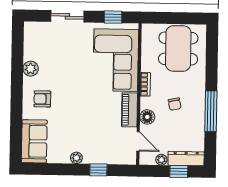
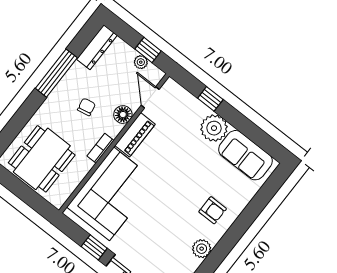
window: (113, 17) -> (94, 247), moved
sofa: (34, 141) -> (245, 155), moved, turned -90
plant: (76, 158) -> (214, 128), width x1.88, depth x1.88
dresser: (186, 159) -> (97, 47), moved, turned -90
window: (179, 171) -> (148, 50), moved

